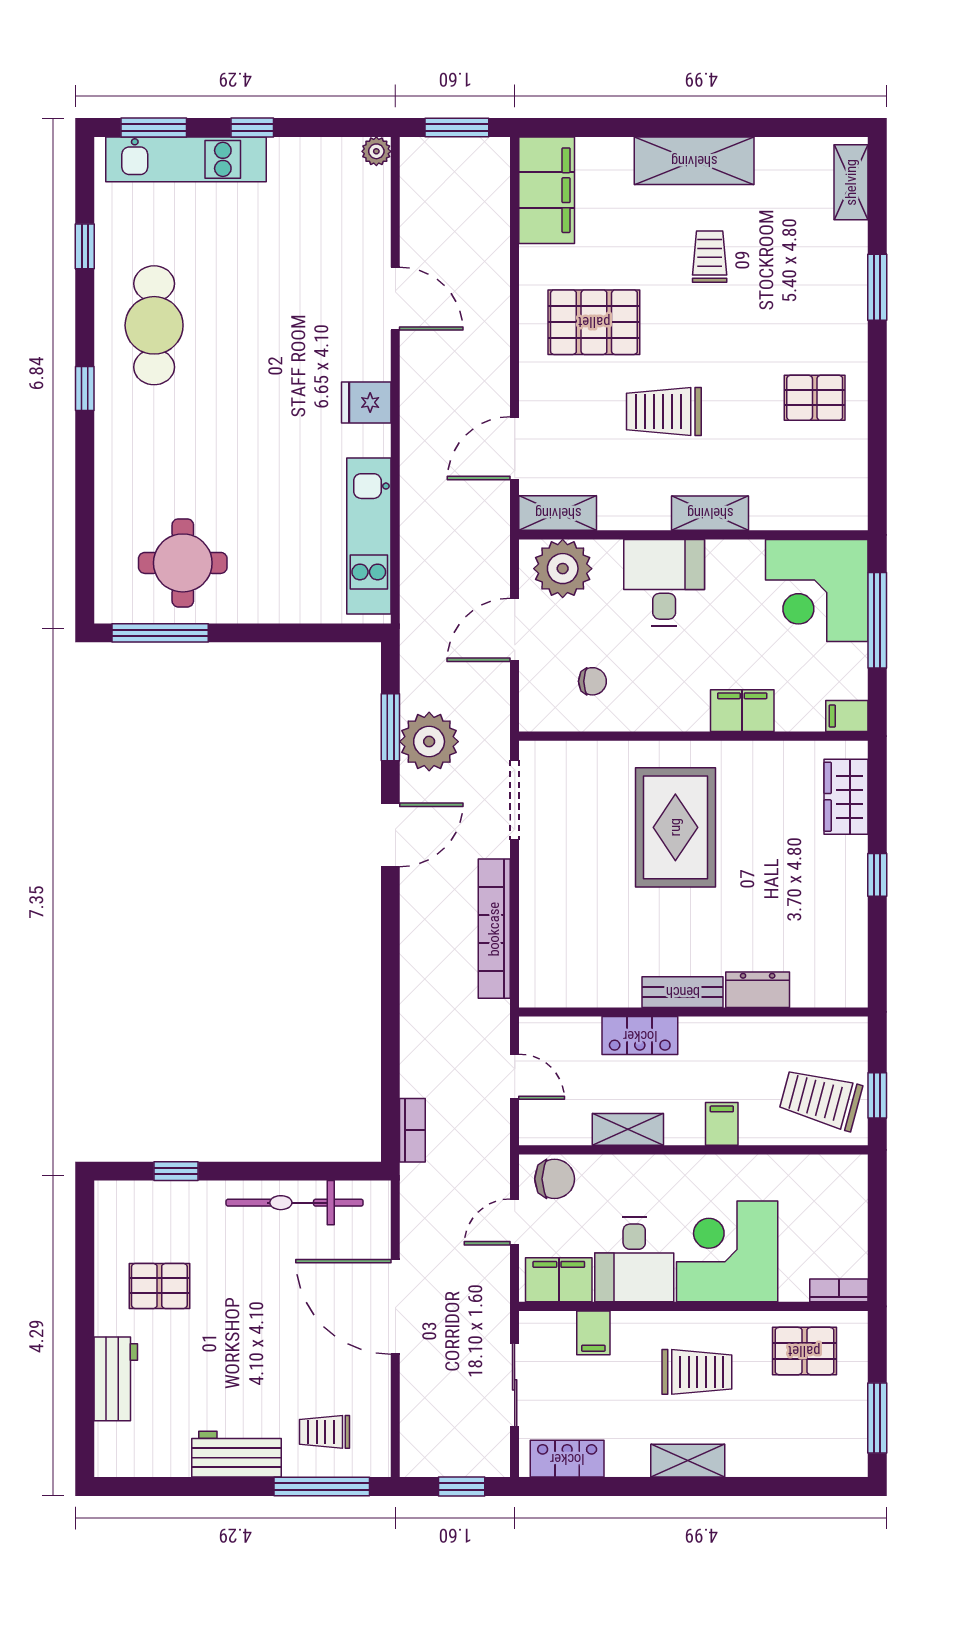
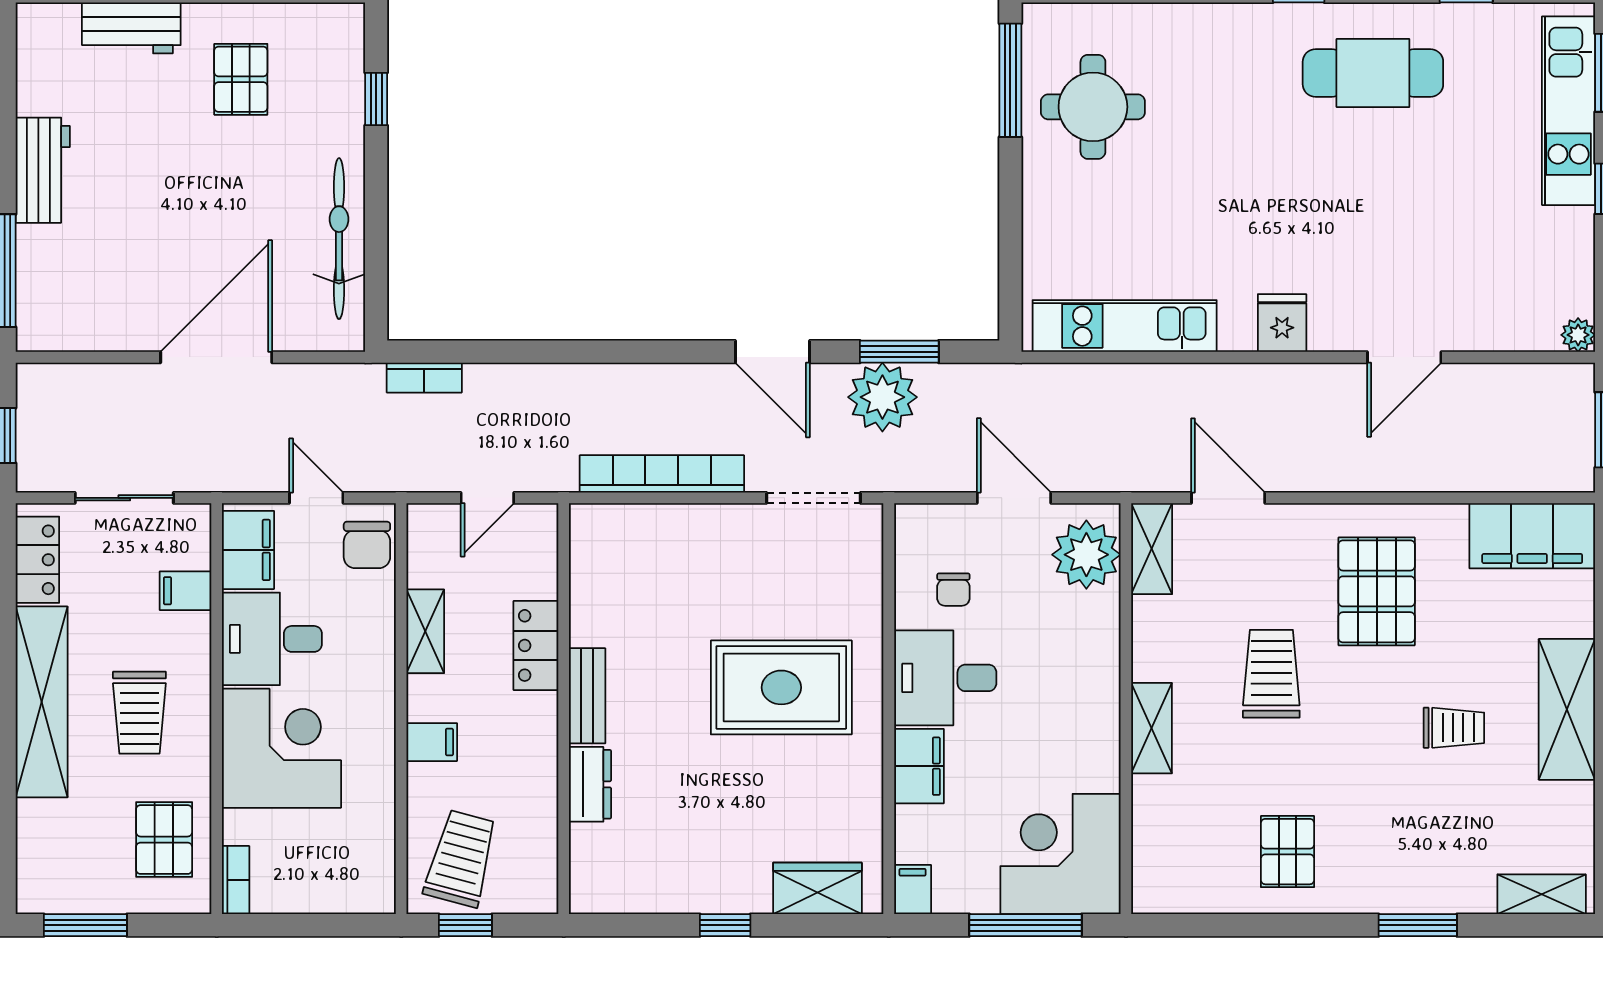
desk: (664, 583) -> (945, 678), moved, turned 180
trolley: (325, 1432) -> (69, 274), removed
shelving: (688, 1461) -> (42, 702), width x2.20, depth x1.33

